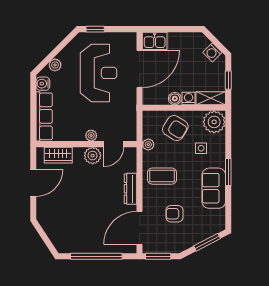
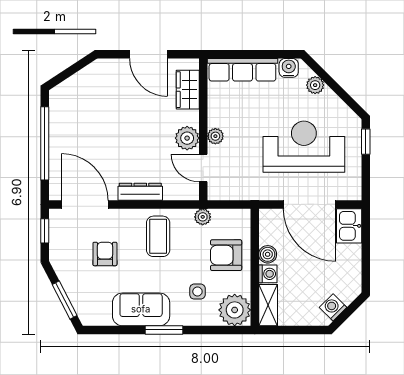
reception desk: (99, 73) -> (304, 147), turned 180
window: (228, 80) -> (294, 330), removed
armchair: (175, 128) -> (226, 255), turned 58
window: (158, 256) -> (45, 231), width x0.67

